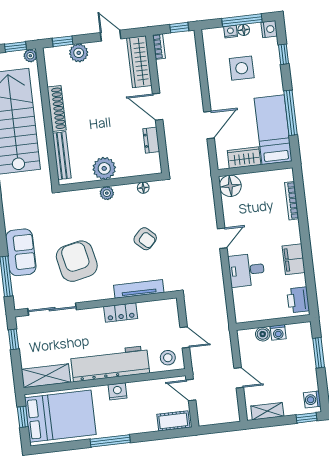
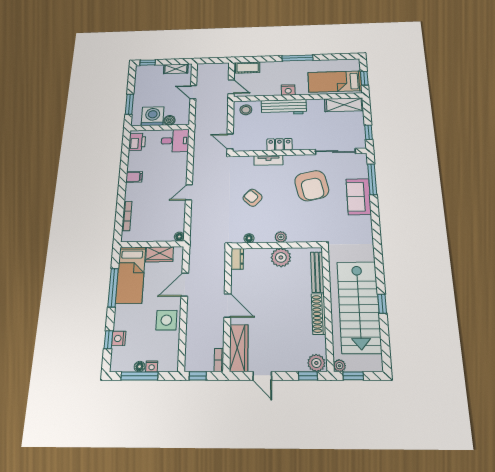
nightstand: (269, 29) -> (119, 338), moved
plant: (79, 53) -> (316, 363), moved
side table: (242, 68) -> (166, 320), moved
dresser: (151, 140) -> (237, 259), moved
floor lamp: (230, 186) -> (179, 237), width x0.53, depth x0.53
filing cabinet: (294, 259) -> (134, 177), width x0.50
desk: (247, 270) -> (175, 141), moved
tv unit: (139, 289) -> (268, 160), width x0.71
washing machine: (278, 332) -> (153, 116), width x1.89, depth x1.89
door: (185, 337) -> (230, 141), moved
workbench: (110, 364) -> (284, 107), width x0.73, depth x0.76
washing machine: (312, 400) -> (141, 74), removed
bed: (60, 416) -> (335, 82), width x0.67

